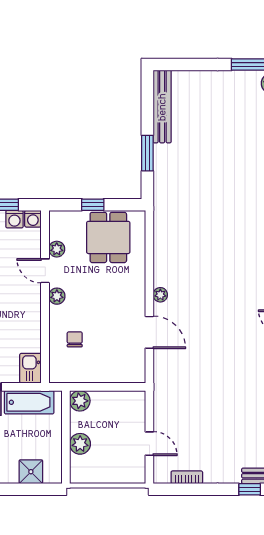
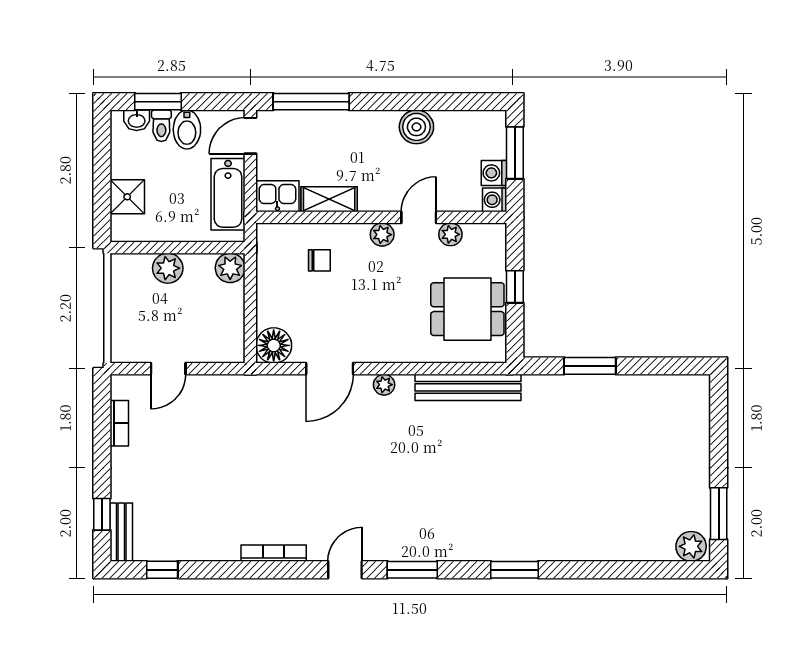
bench: (162, 107) -> (468, 387), moved
shelving: (33, 333) -> (329, 199), added
floor lamp: (133, 371) -> (274, 345), added

